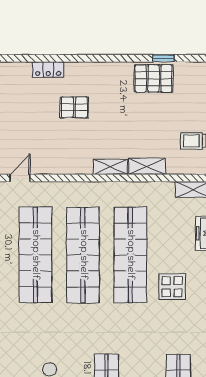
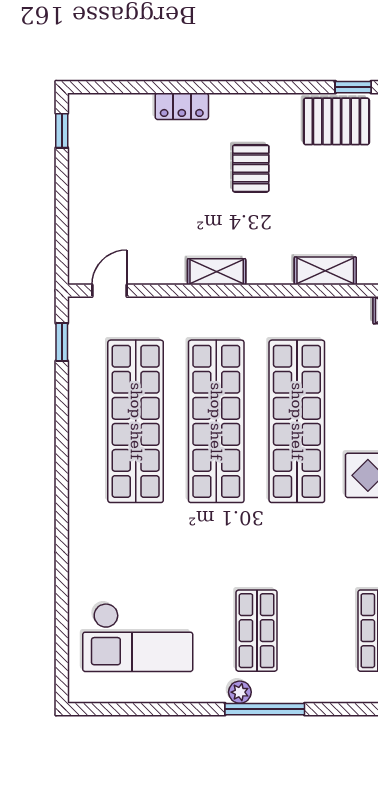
locker: (48, 70) -> (182, 106), moved
pallet: (74, 107) -> (251, 168), moved, turned 90
shelving: (110, 167) -> (217, 272), moved

